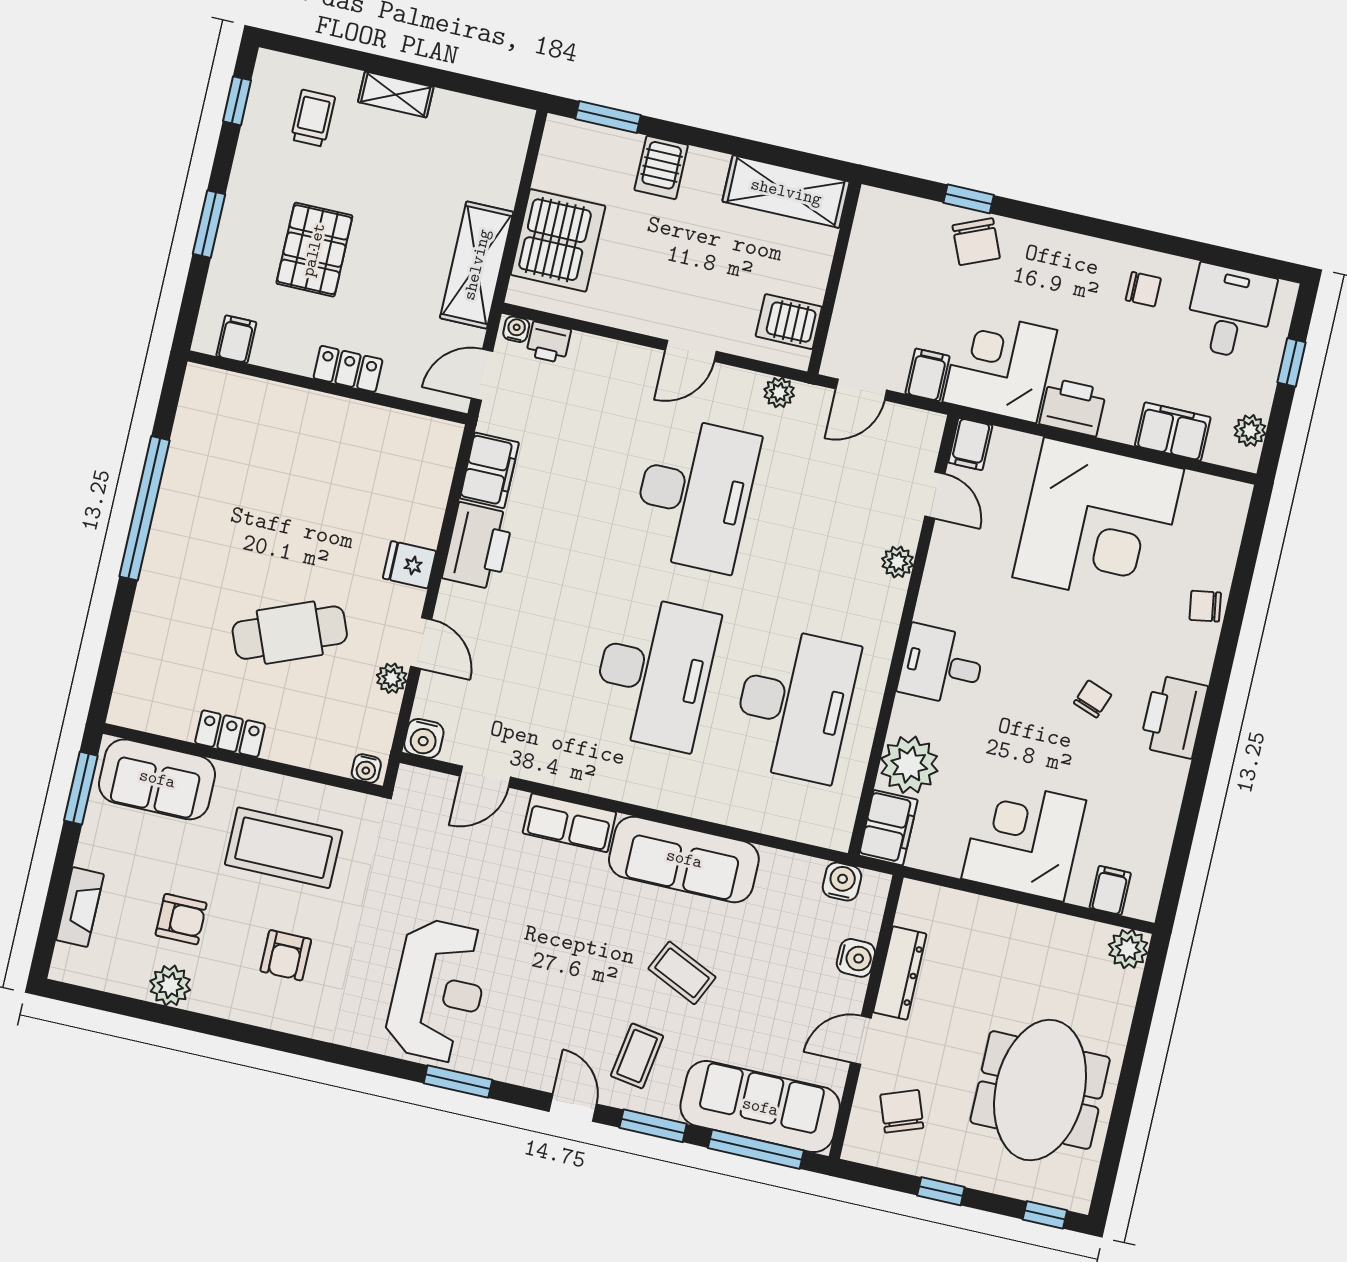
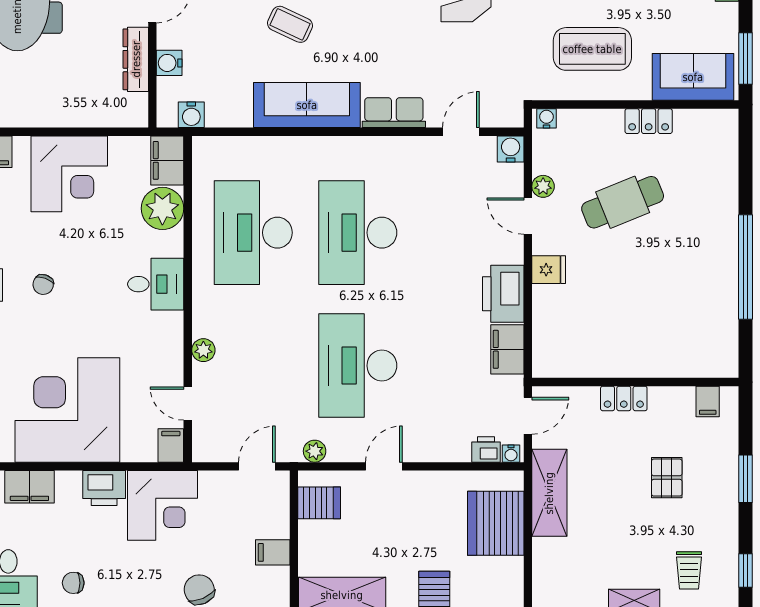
pallet: (314, 250) -> (667, 478), width x0.67, depth x0.71
filing cabinet: (927, 375) -> (273, 552), moved, turned 90

